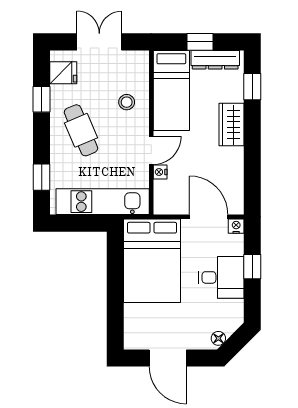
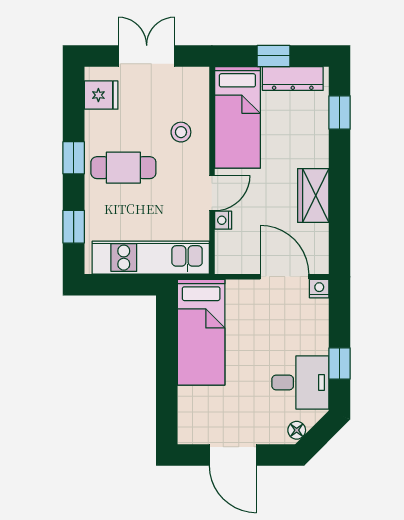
window: (42, 99) -> (74, 158), moved
wardrobe: (231, 125) -> (313, 196), moved
cafe table: (81, 130) -> (123, 168), turned -67
bed: (152, 261) -> (201, 332), width x0.67
window: (252, 267) -> (340, 363), moved
desk: (221, 277) -> (300, 383), moved

